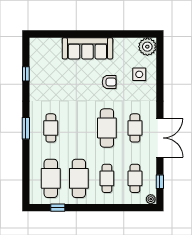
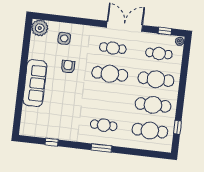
cafe table: (107, 178) -> (156, 79), width x1.37, depth x1.35

